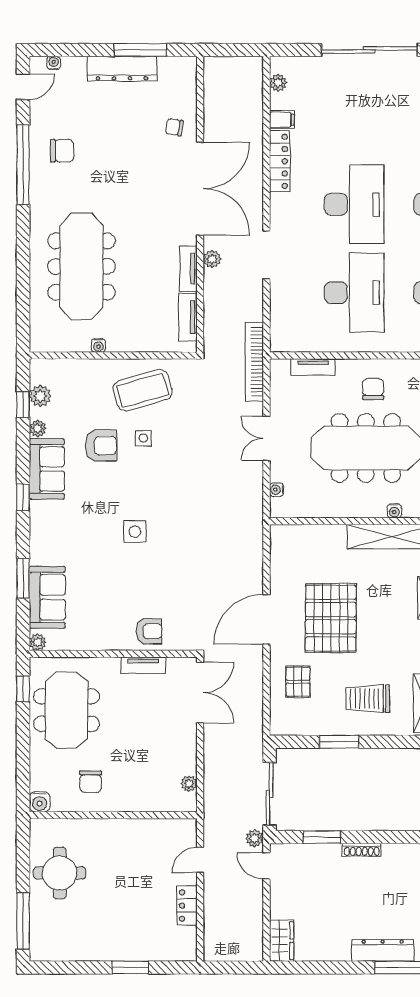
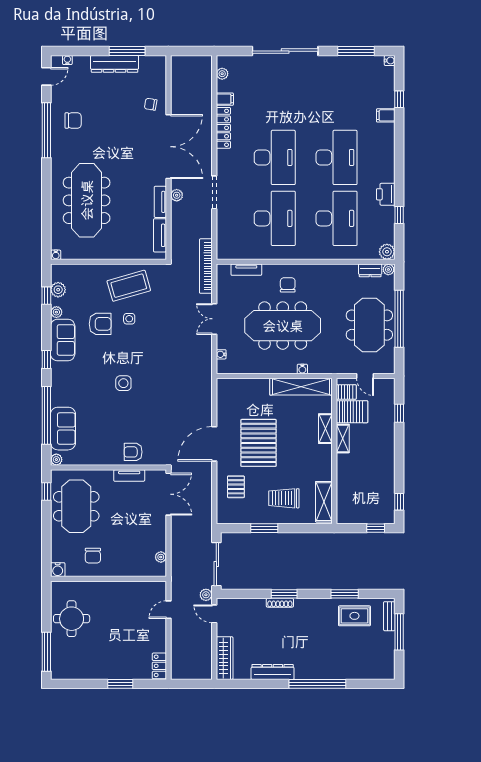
water cooler: (98, 345) -> (56, 255), moved
window: (23, 578) -> (46, 415), width x2.11
armchair: (149, 631) -> (133, 452), turned 180
window: (322, 837) -> (284, 594), moved
locker: (187, 906) -> (159, 666), moved
wardrobe: (282, 941) -> (225, 658), width x1.50
dresser: (383, 950) -> (273, 672), moved

